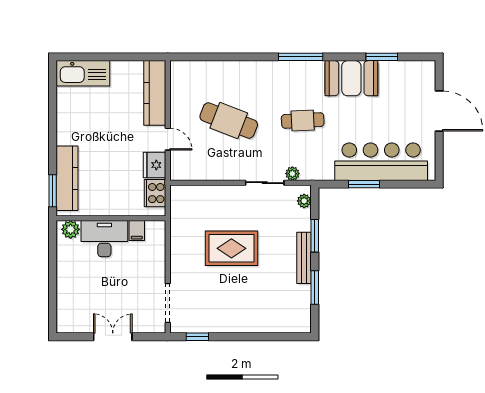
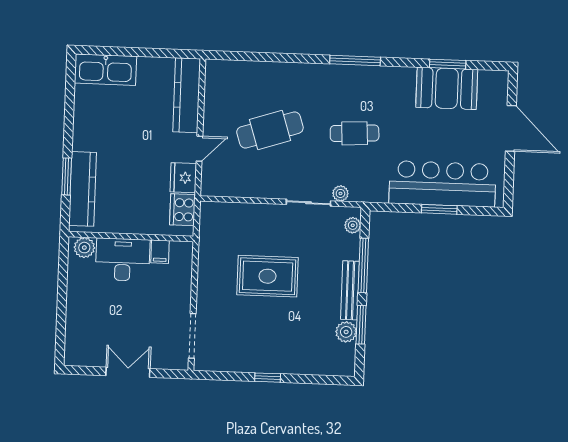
booth: (351, 78) -> (447, 88), moved
cafe table: (229, 120) -> (270, 130), turned -39
door: (168, 139) -> (199, 149), hinge flipped
window: (364, 184) -> (439, 209), moved
window: (53, 191) -> (67, 176), moved
window: (315, 236) -> (363, 266), width x1.44
plant: (302, 294) -> (346, 332), added
window: (197, 337) -> (268, 378), moved

